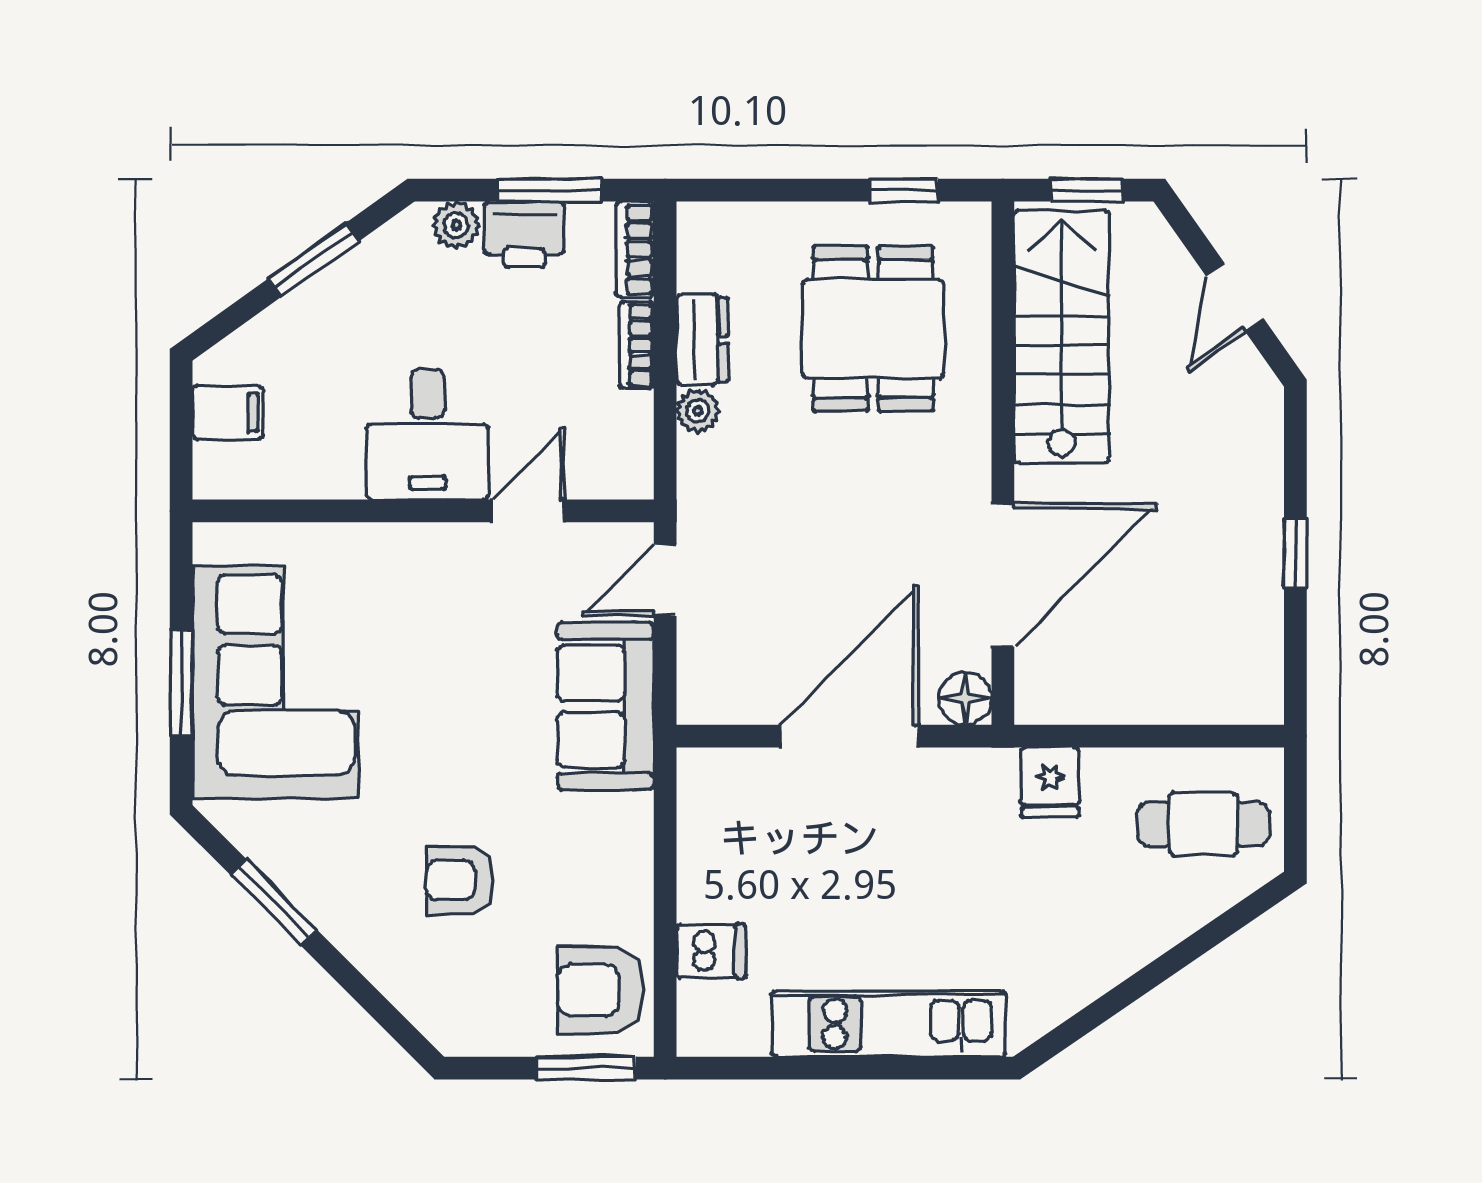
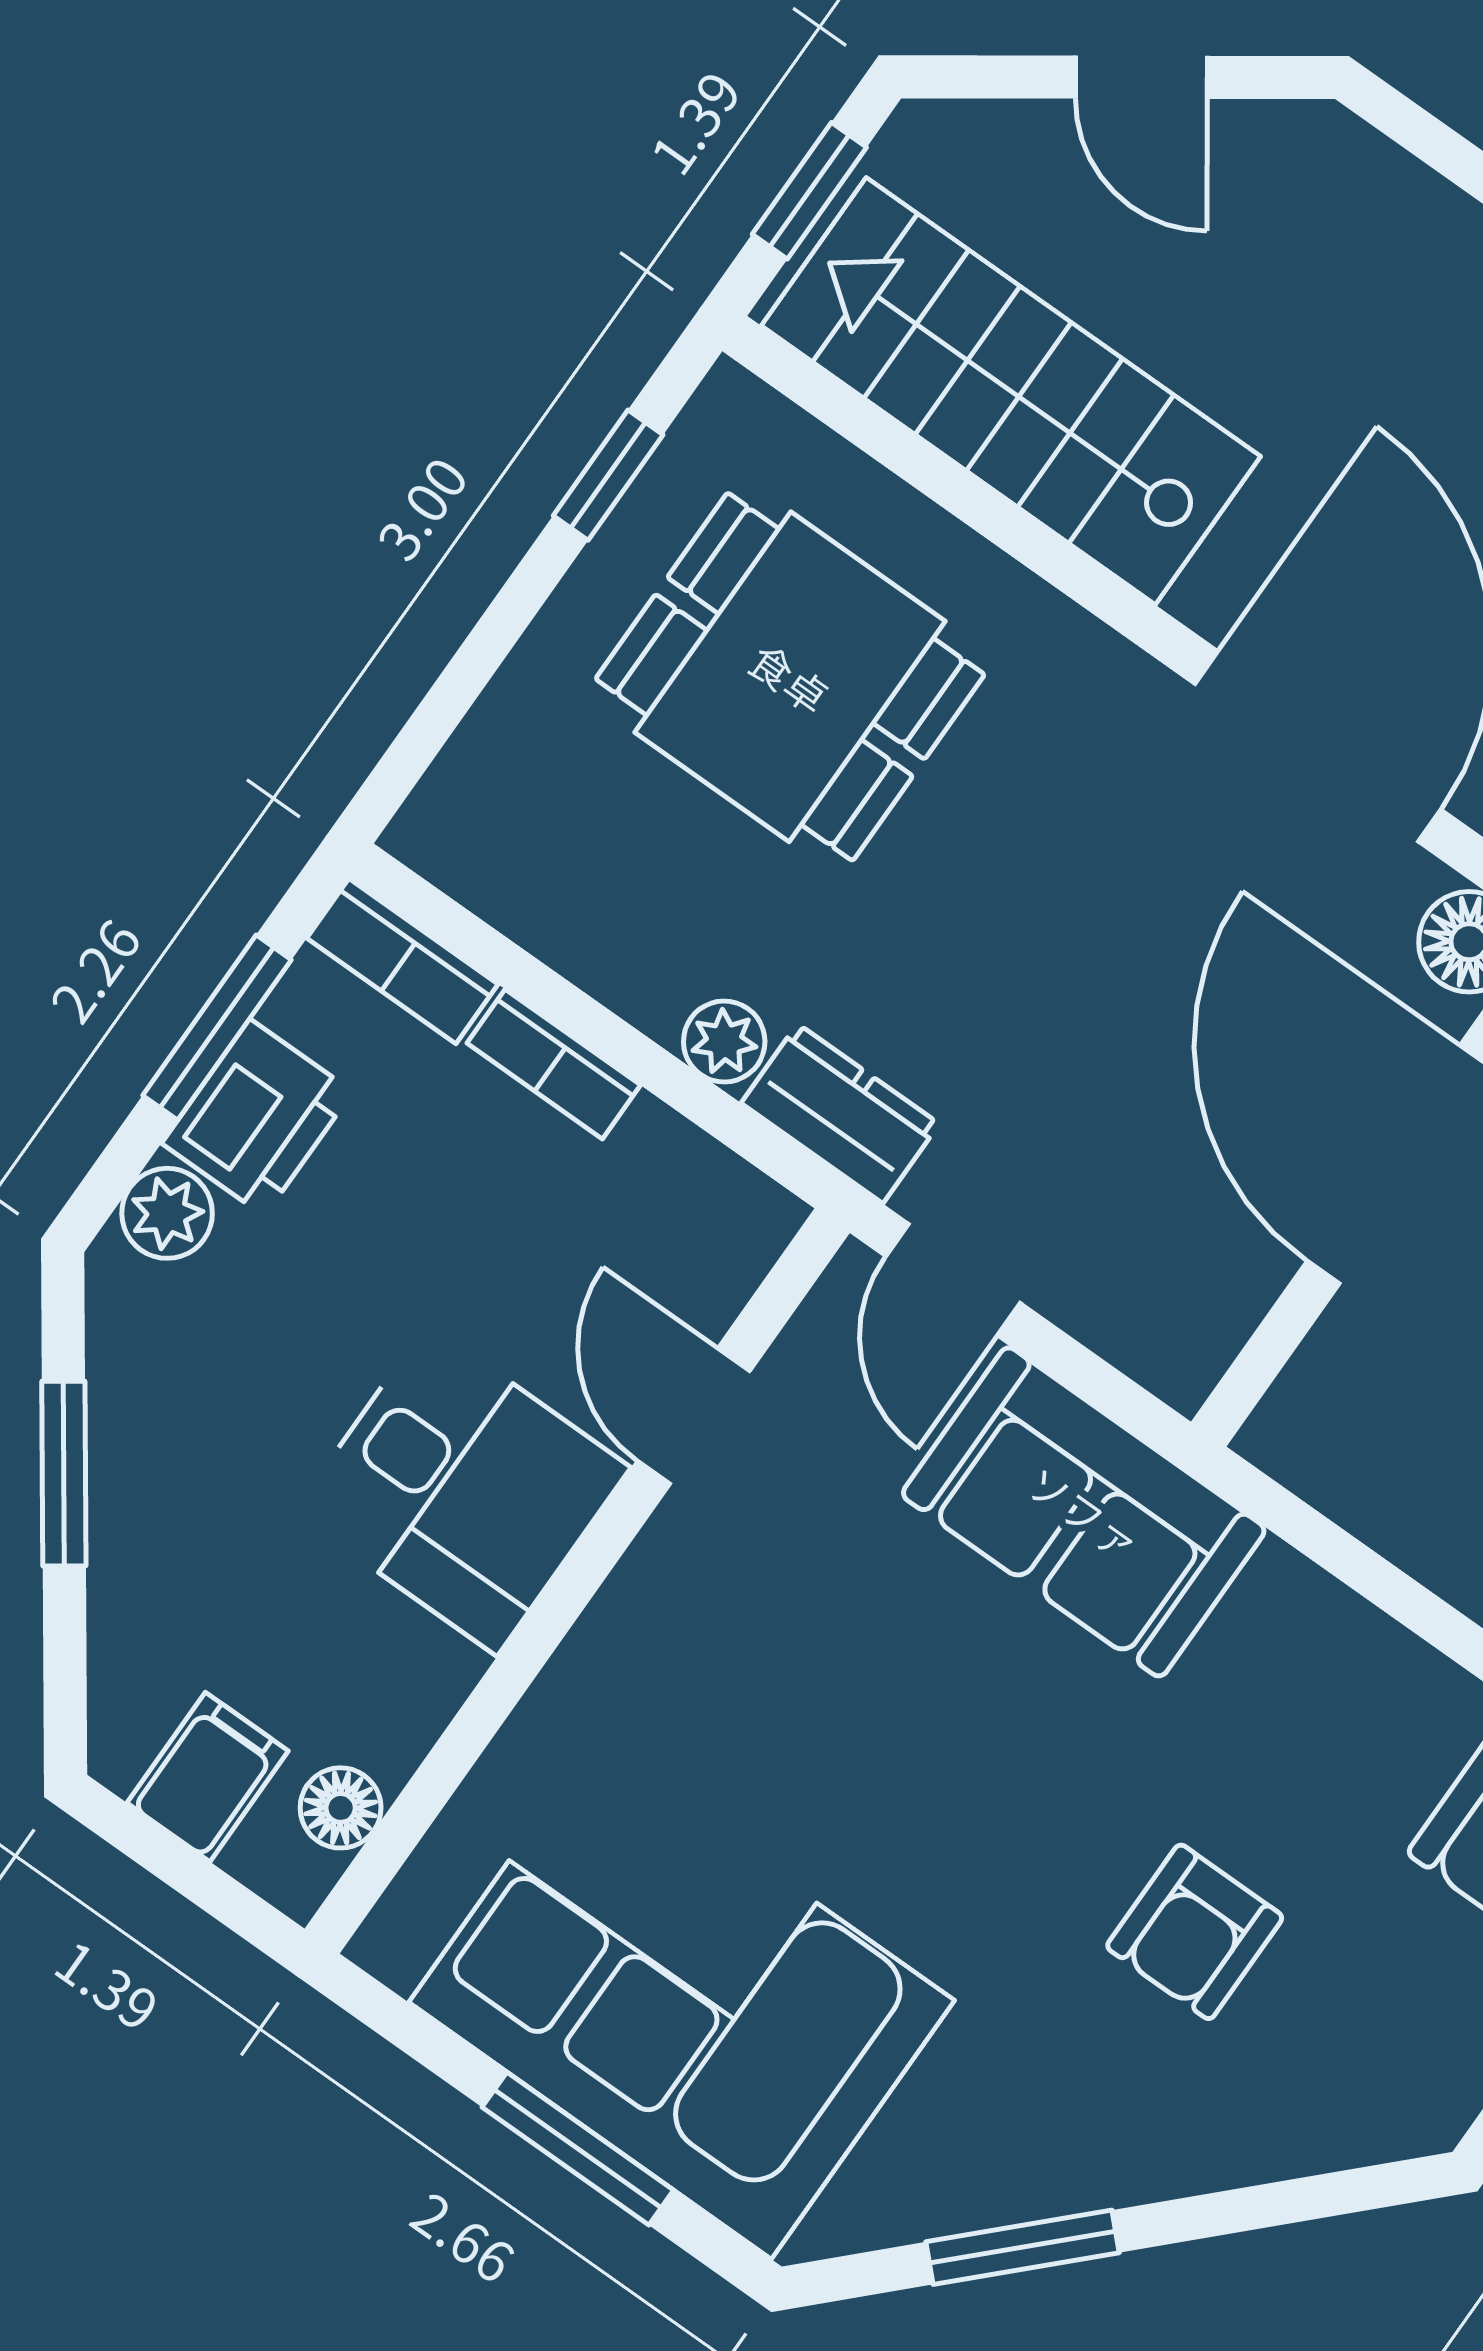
dresser: (702, 340) -> (840, 1113), moved
floor lamp: (255, 479) -> (341, 1808), added

